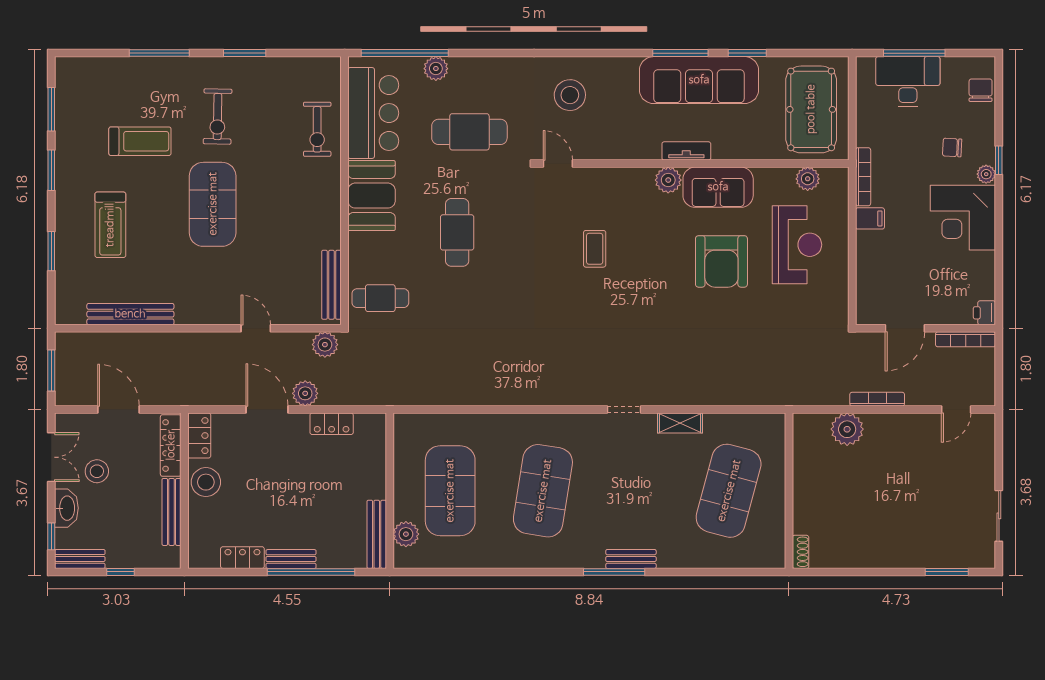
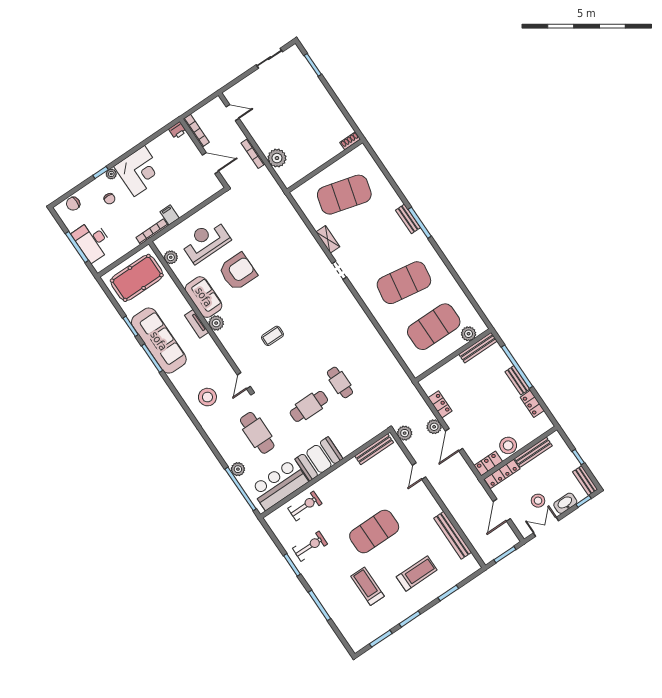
exercise bike: (218, 117) -> (310, 546), moved
cafe table: (380, 298) -> (340, 382), moved

